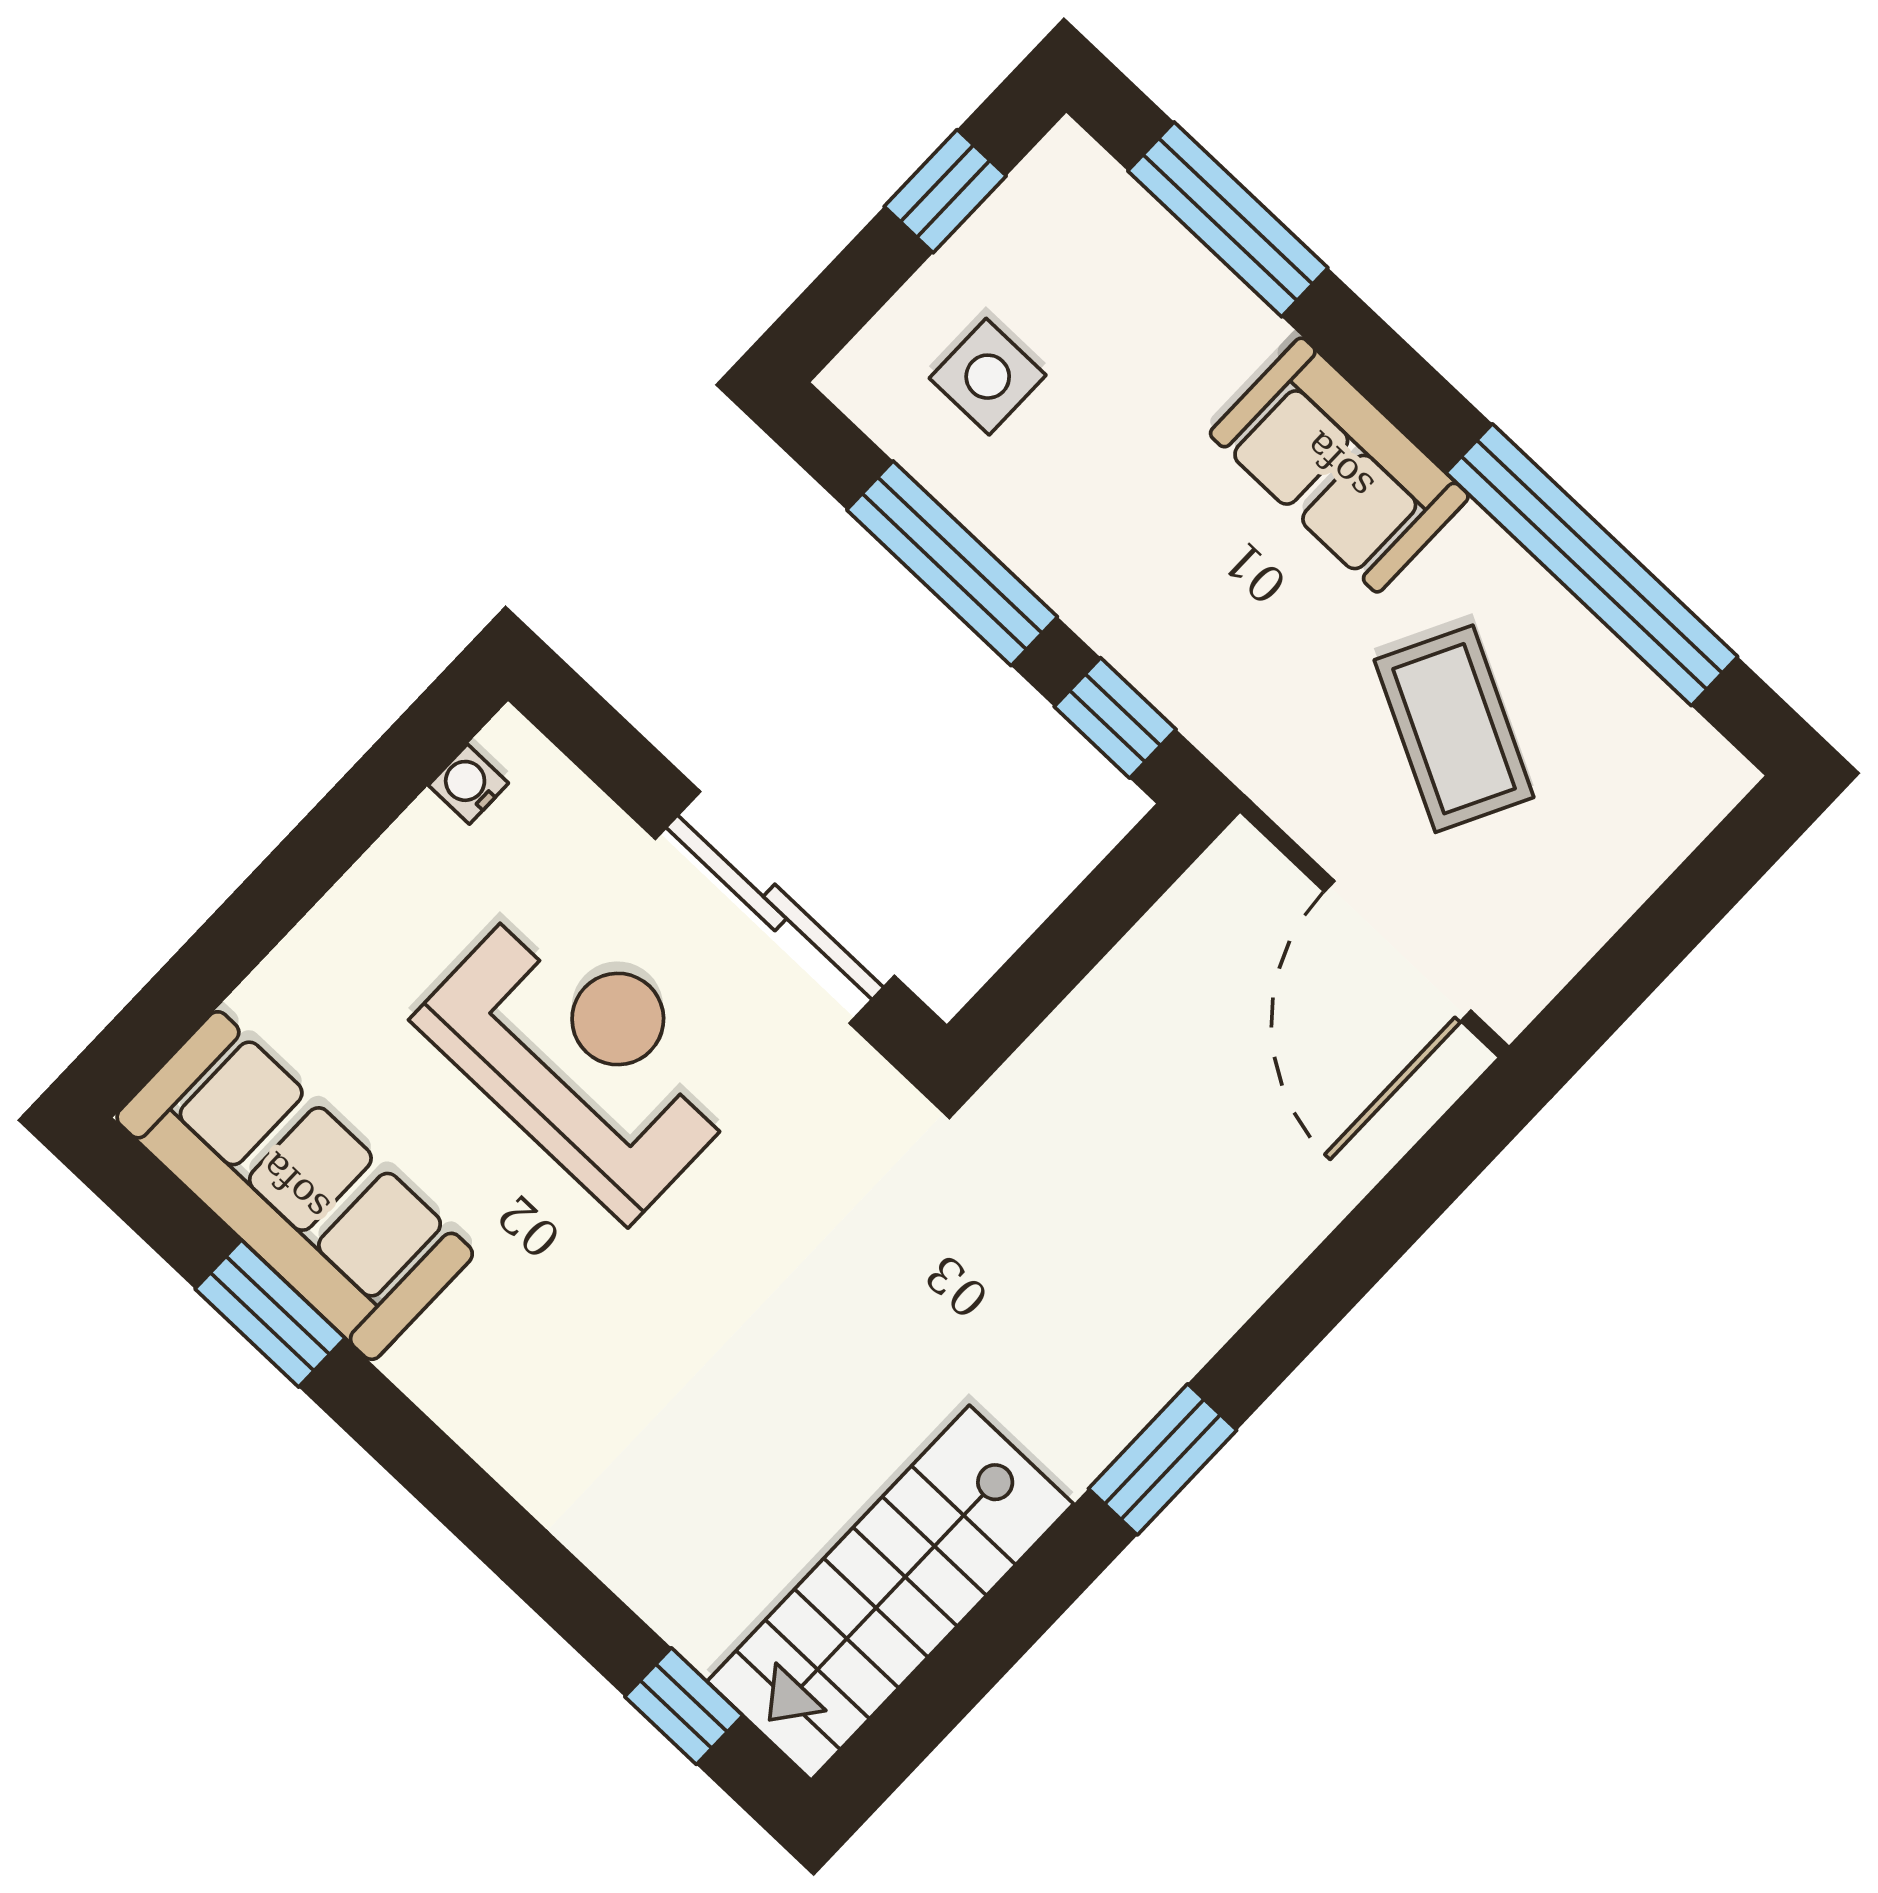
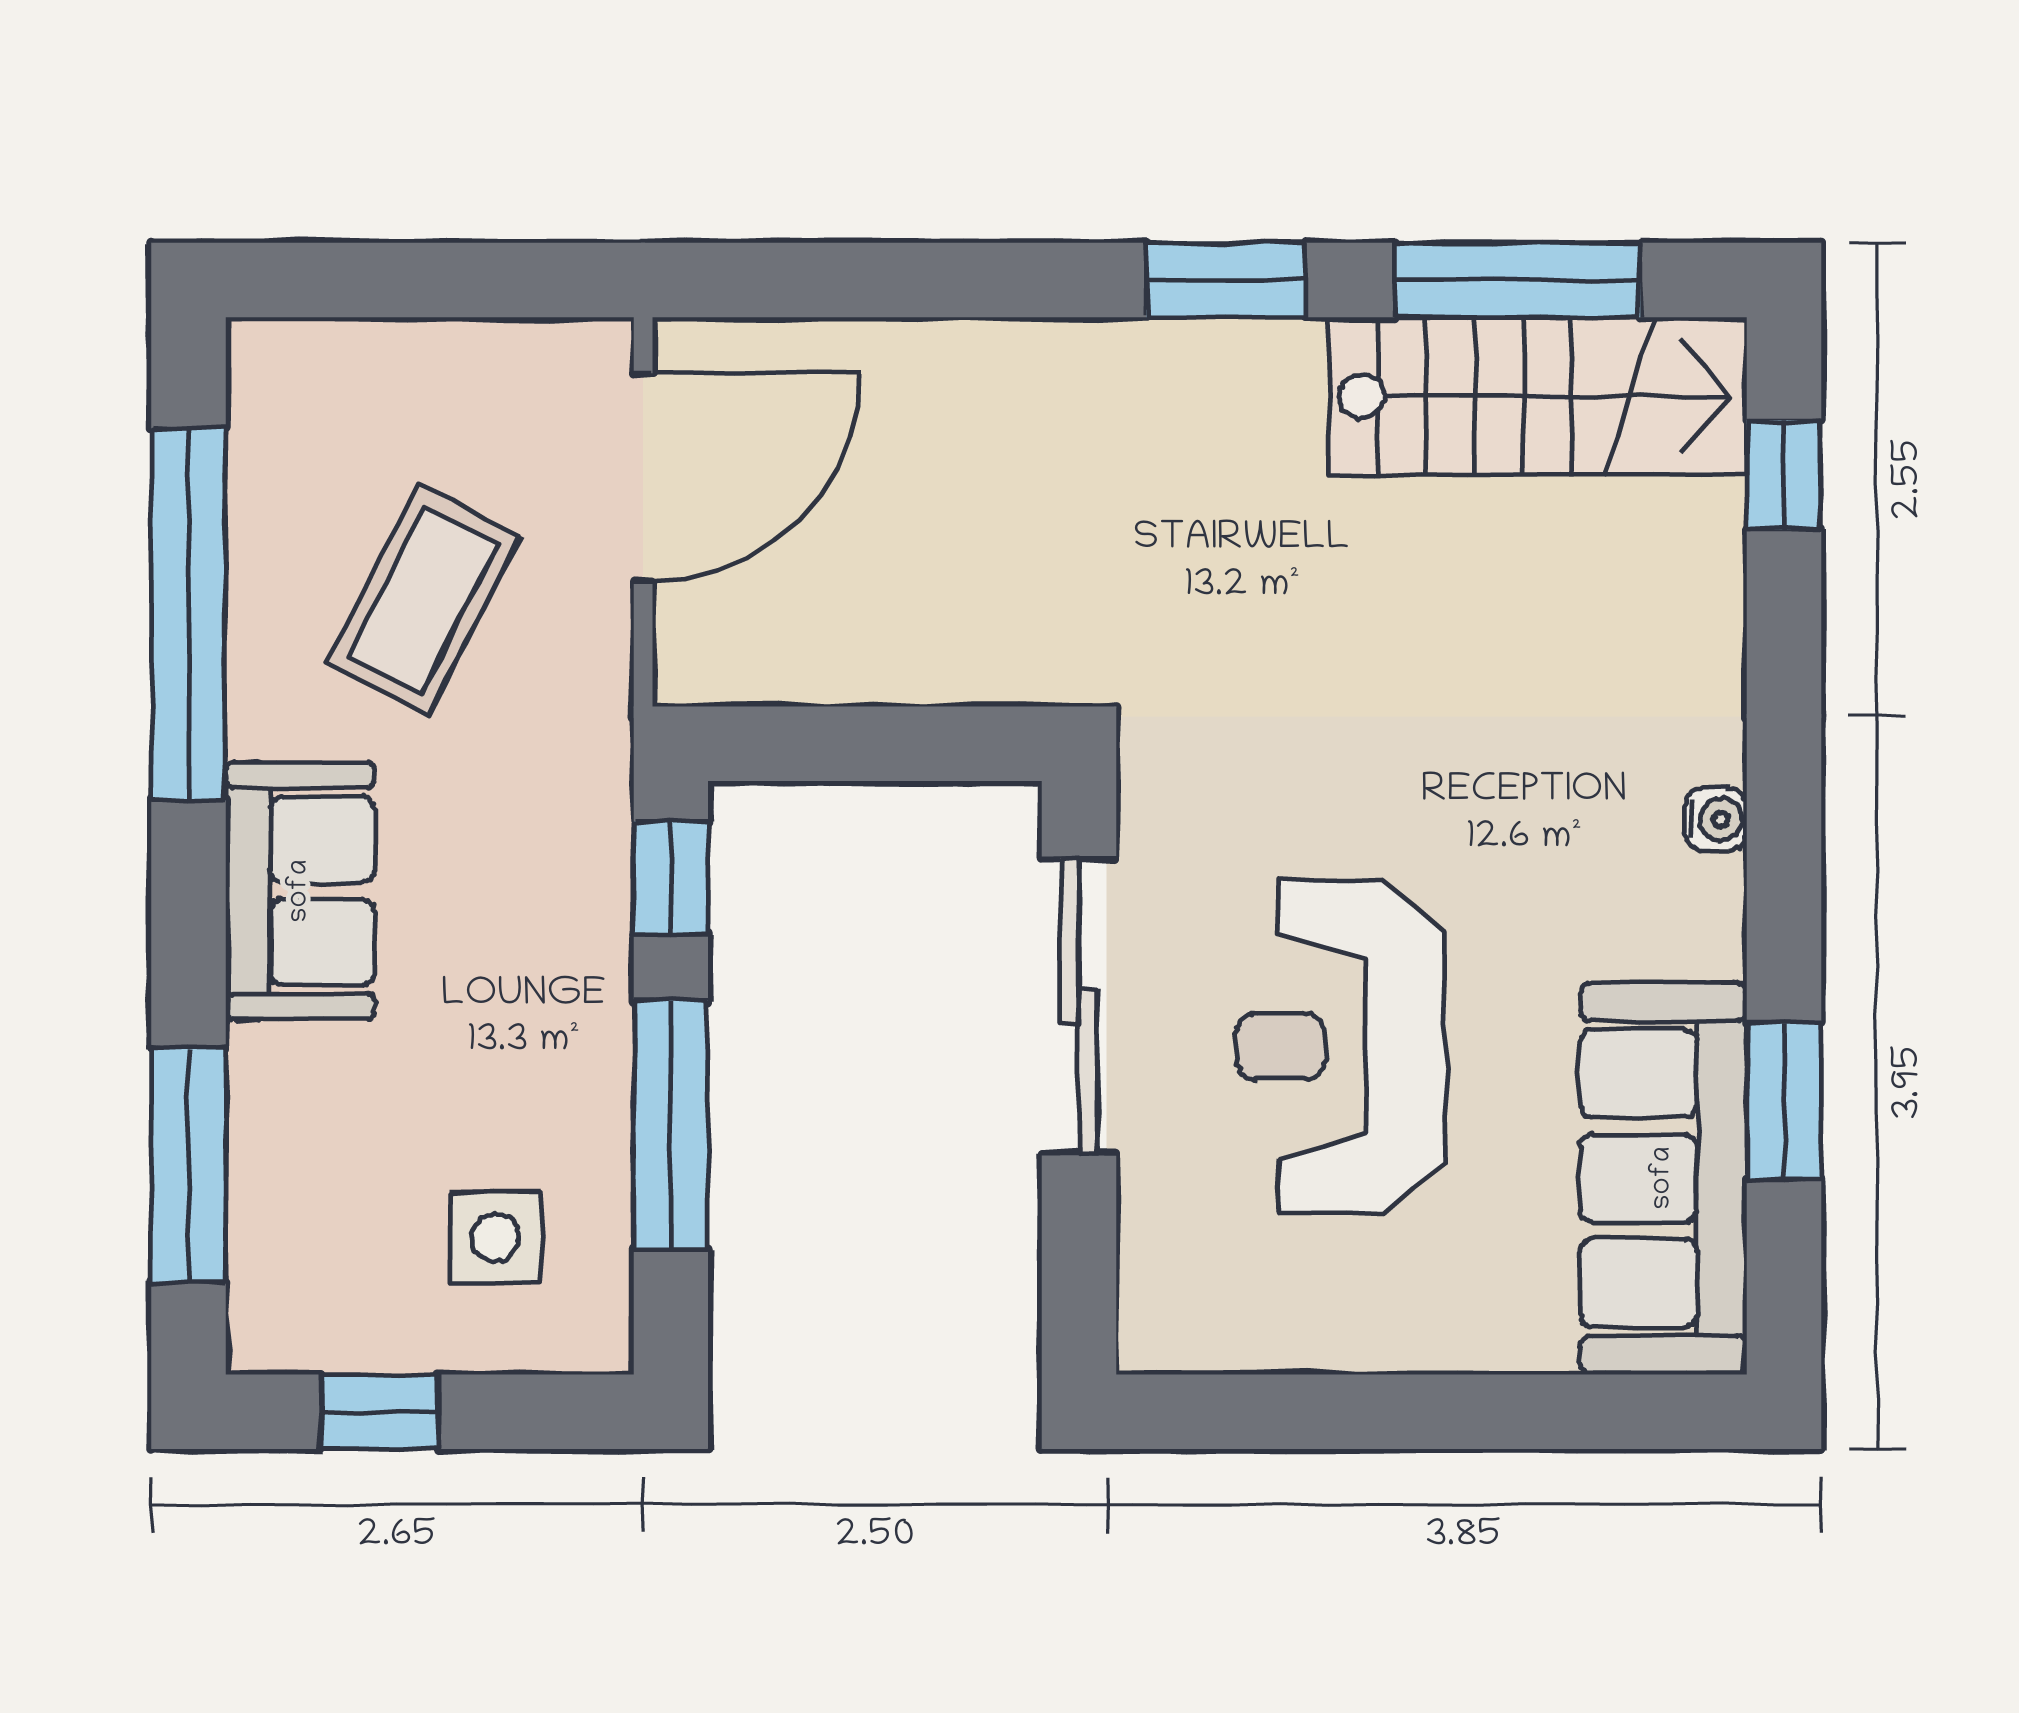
water cooler: (468, 784) -> (1716, 819), moved, turned -90
window: (980, 1652) -> (1517, 280), added

